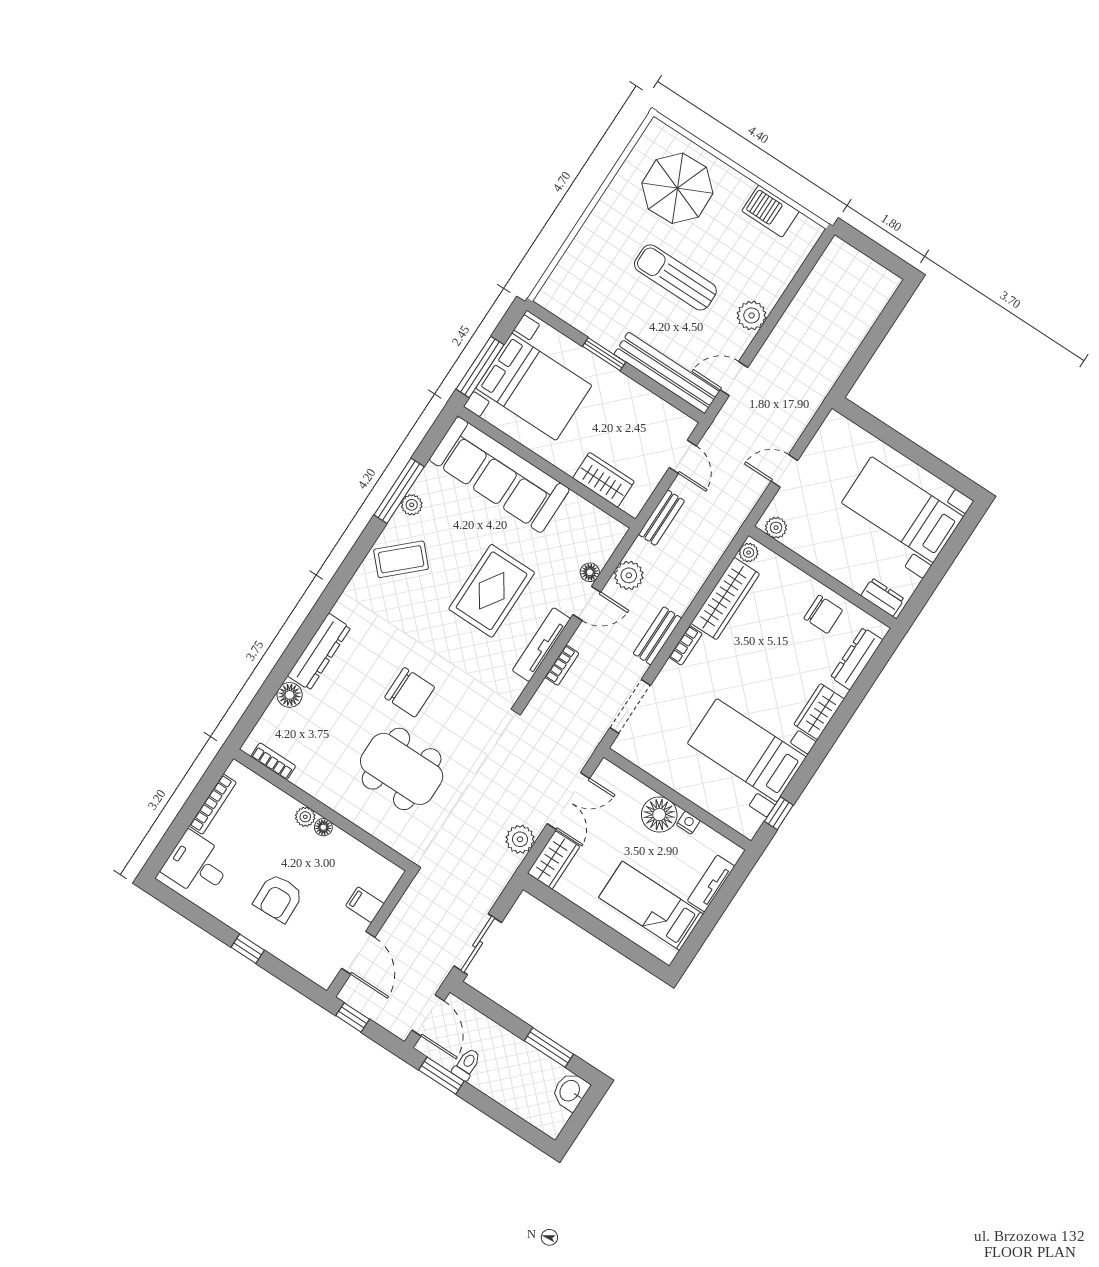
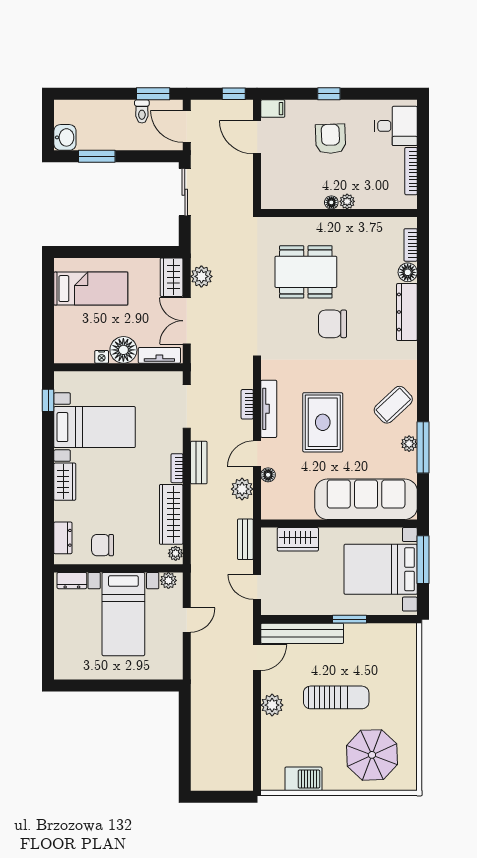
bed with nightstands: (902, 510) -> (123, 614), moved, turned 90
dresser: (857, 659) -> (63, 538), width x0.70
bookcase: (273, 761) -> (411, 245), moved, turned 90
tv unit: (711, 883) -> (159, 355), moved, turned -90
filing cabinet: (365, 905) -> (273, 109), moved

